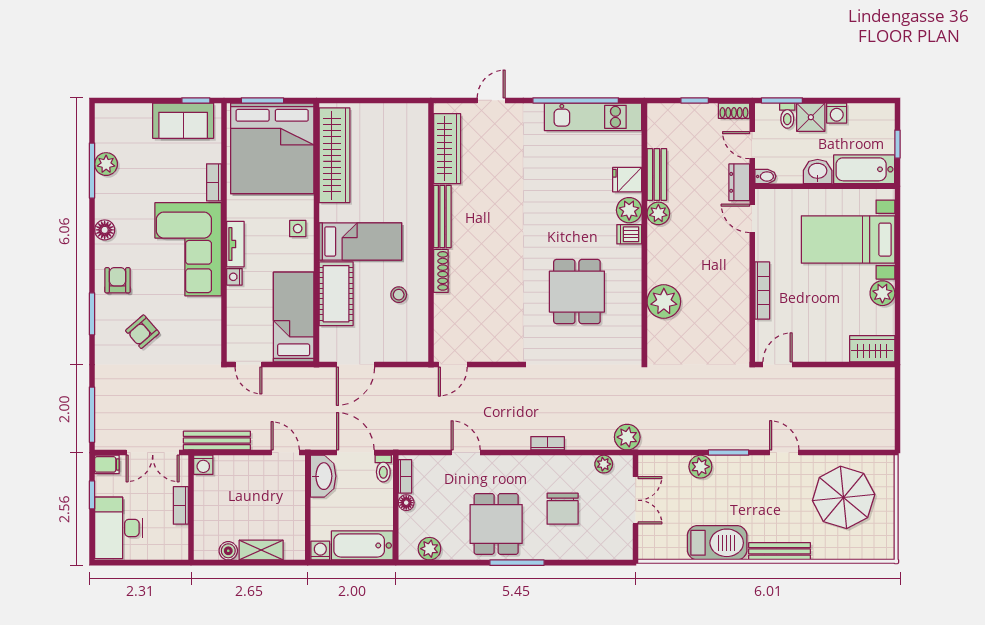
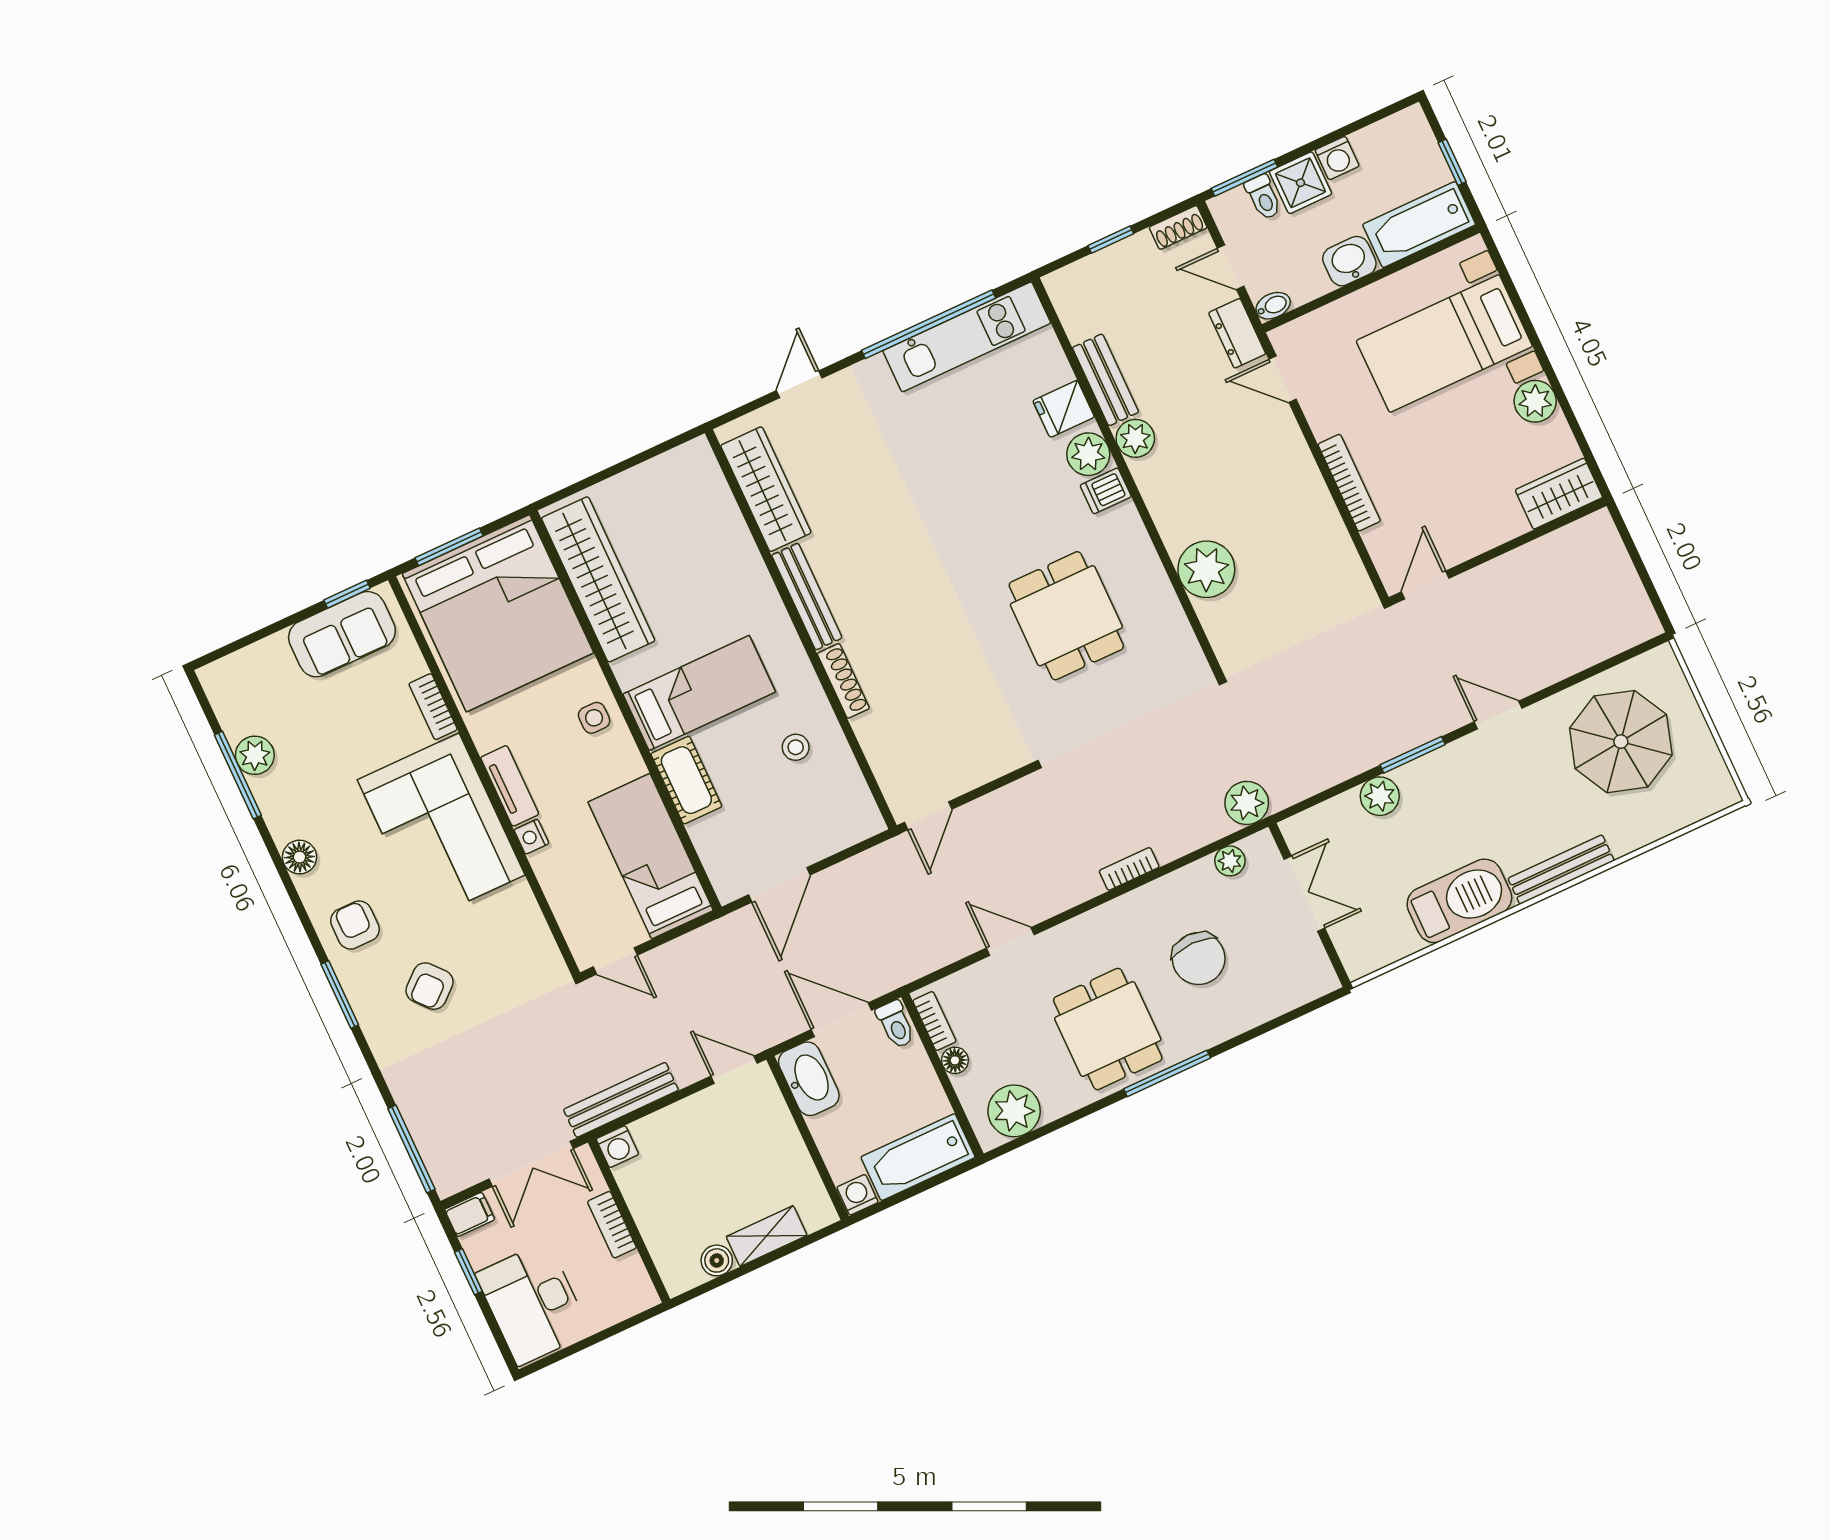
cot: (336, 294) -> (686, 780), width x0.73, depth x0.75
plant: (429, 549) -> (1014, 1111), width x1.36, depth x1.36

